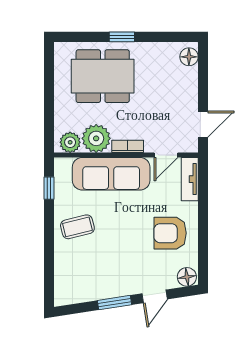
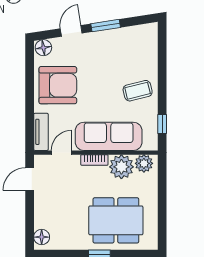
armchair: (170, 233) -> (58, 85), width x1.36, depth x1.36

